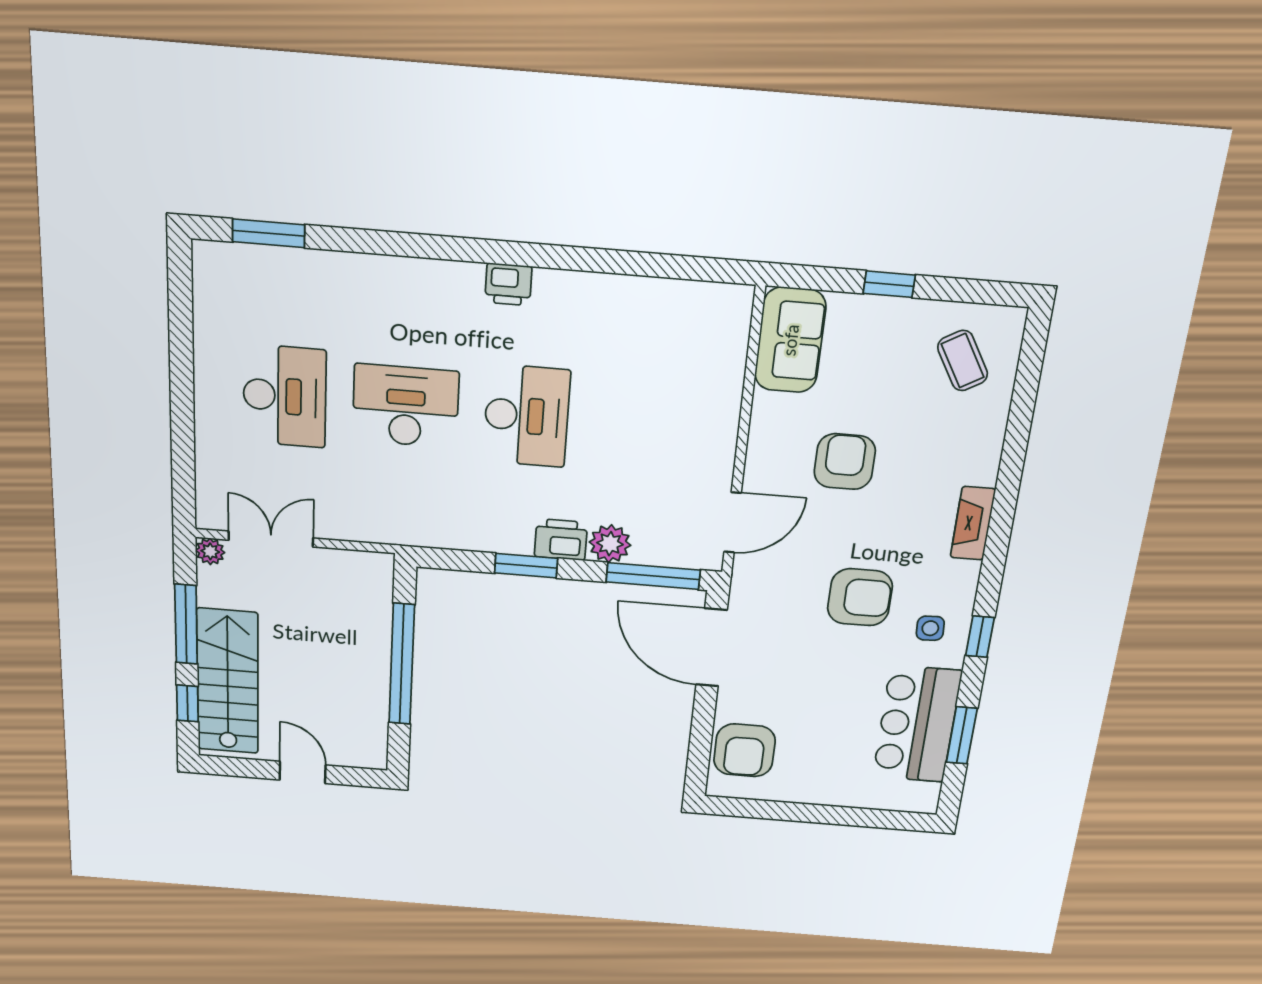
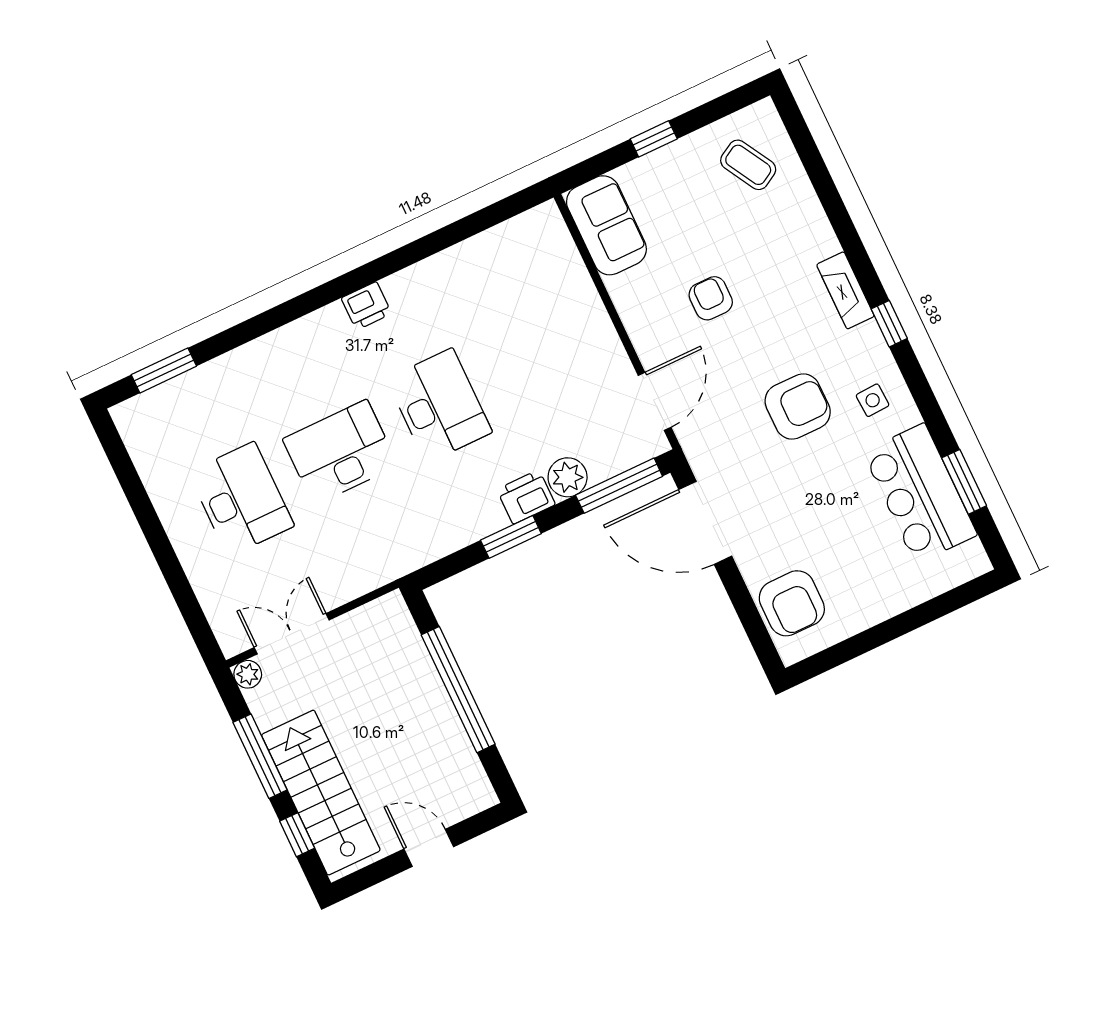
armchair: (845, 462) -> (711, 298), width x0.72, depth x0.72
window: (980, 637) -> (889, 324), moved

